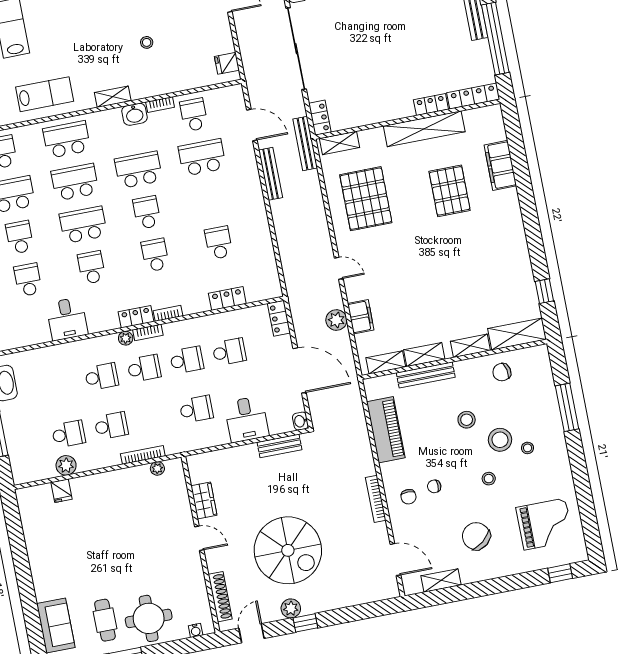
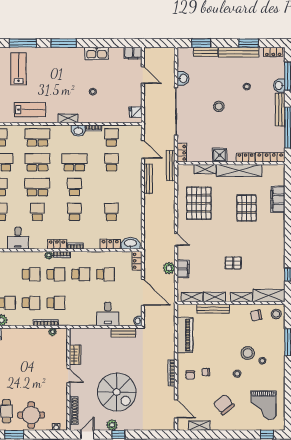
stool: (368, 26) -> (219, 106), added
shower: (386, 109) -> (220, 155), added
shelving: (339, 143) -> (205, 169), moved
school desk: (202, 157) -> (111, 162), width x0.54
washbasin: (262, 290) -> (131, 243), added
pallet: (445, 290) -> (233, 263), added
school desk: (196, 409) -> (56, 303), moved
stool: (467, 420) -> (276, 314), moved
grand piano: (545, 524) -> (264, 405), turned 90

